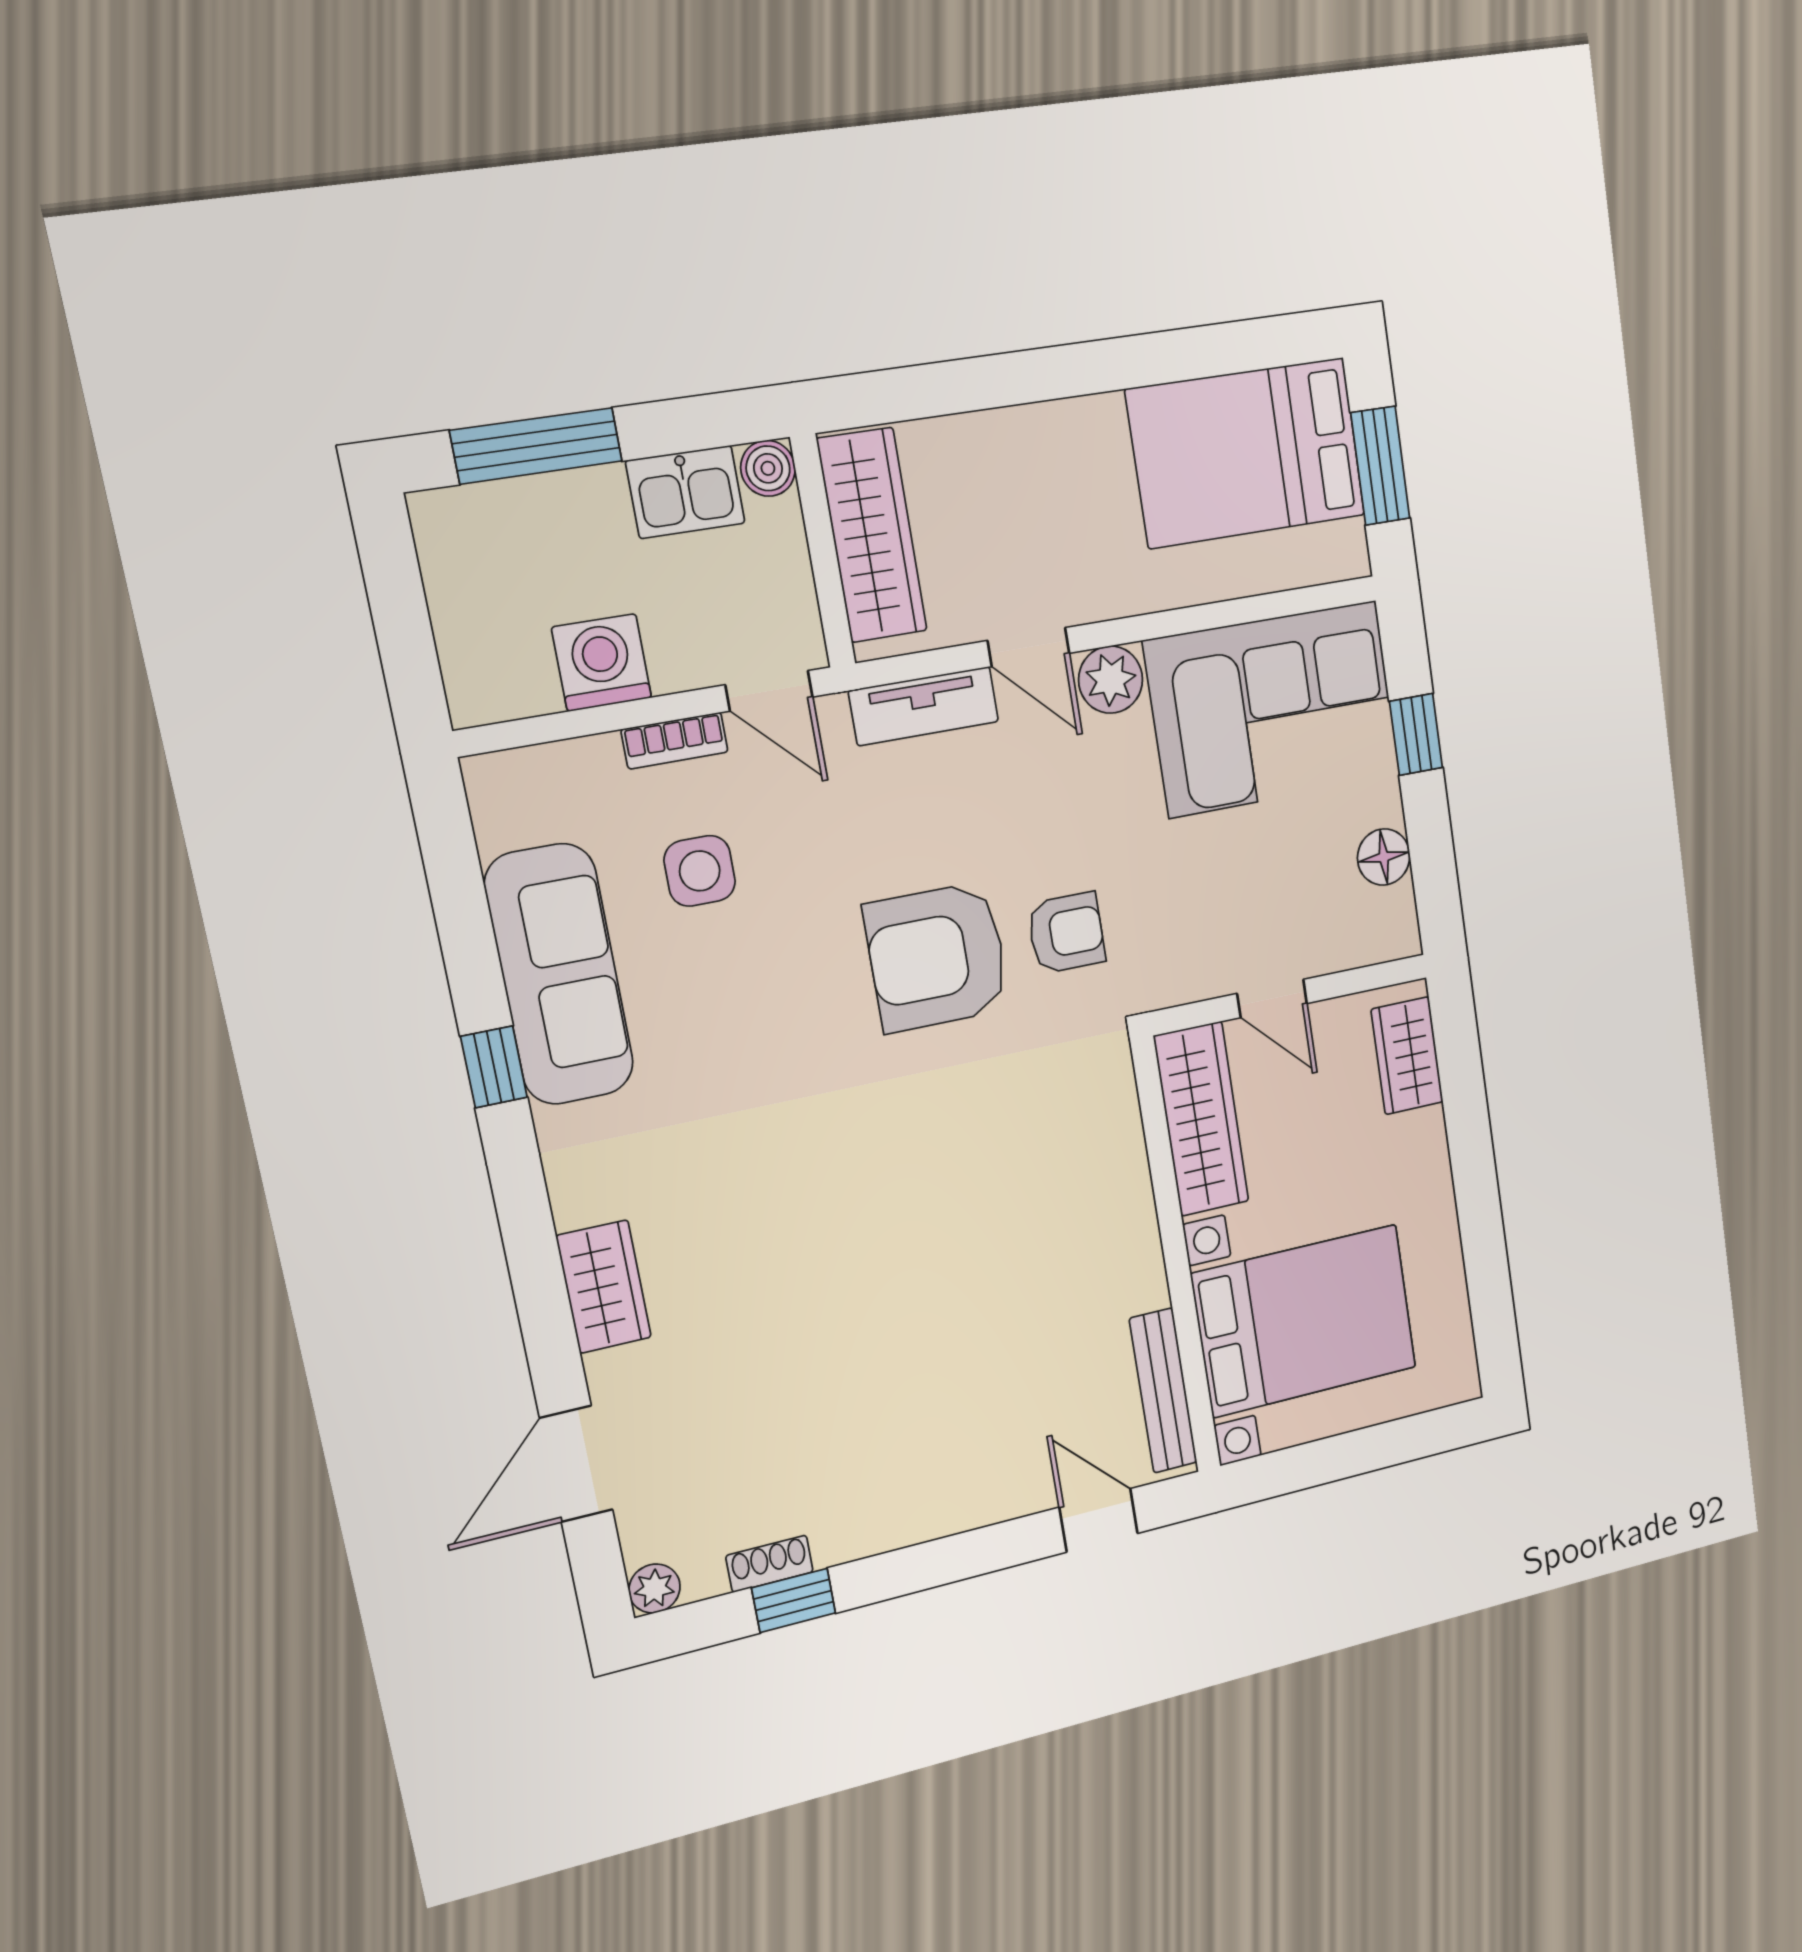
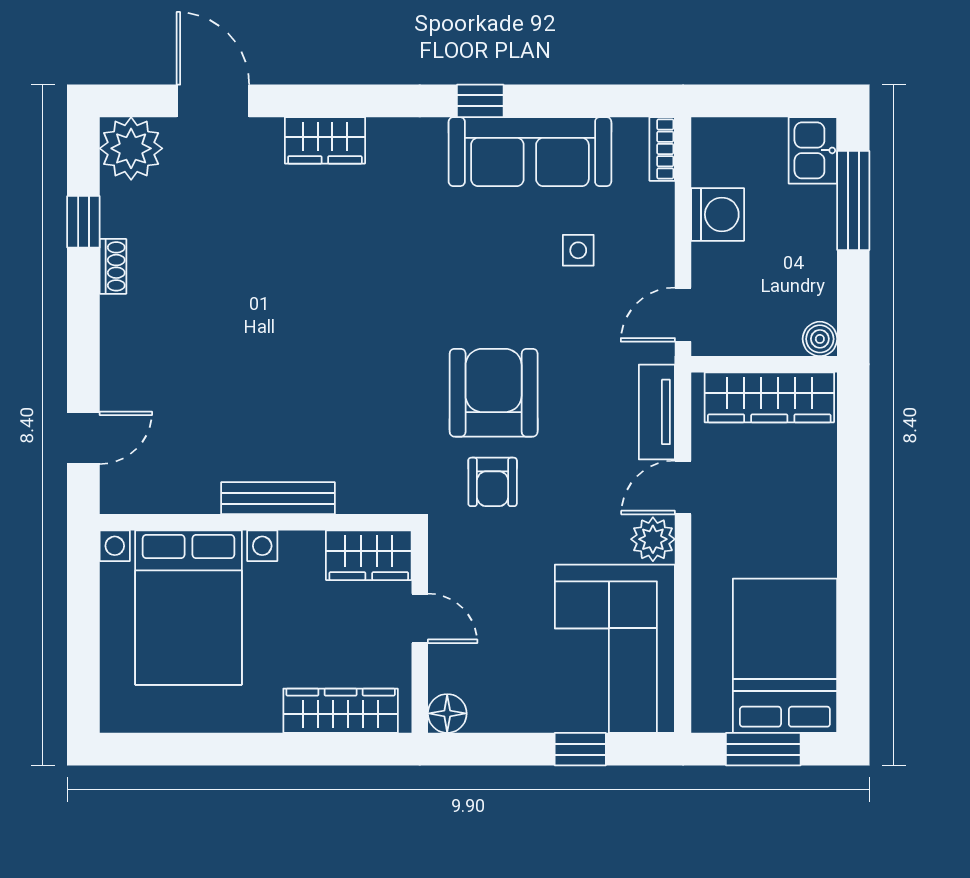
kitchen sink: (685, 492) -> (813, 150), moved
bookcase: (675, 741) -> (662, 149), moved
floor lamp: (1384, 857) -> (447, 713), moved
side table: (700, 871) -> (578, 250), width x0.73, depth x0.73
door: (1272, 998) -> (420, 618), swing flipped
wardrobe: (1407, 1056) -> (341, 711), width x1.50
wardrobe: (1201, 1119) -> (369, 555), width x0.67
bench: (1163, 1391) -> (278, 498), moved
shoe rack: (769, 1564) -> (113, 266), moved
plant: (654, 1588) -> (131, 148), width x1.87, depth x1.87

